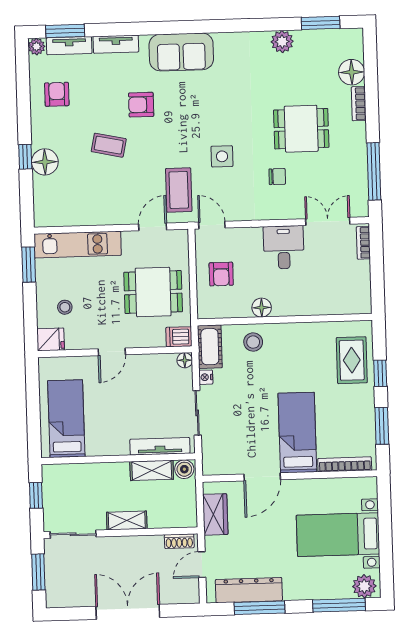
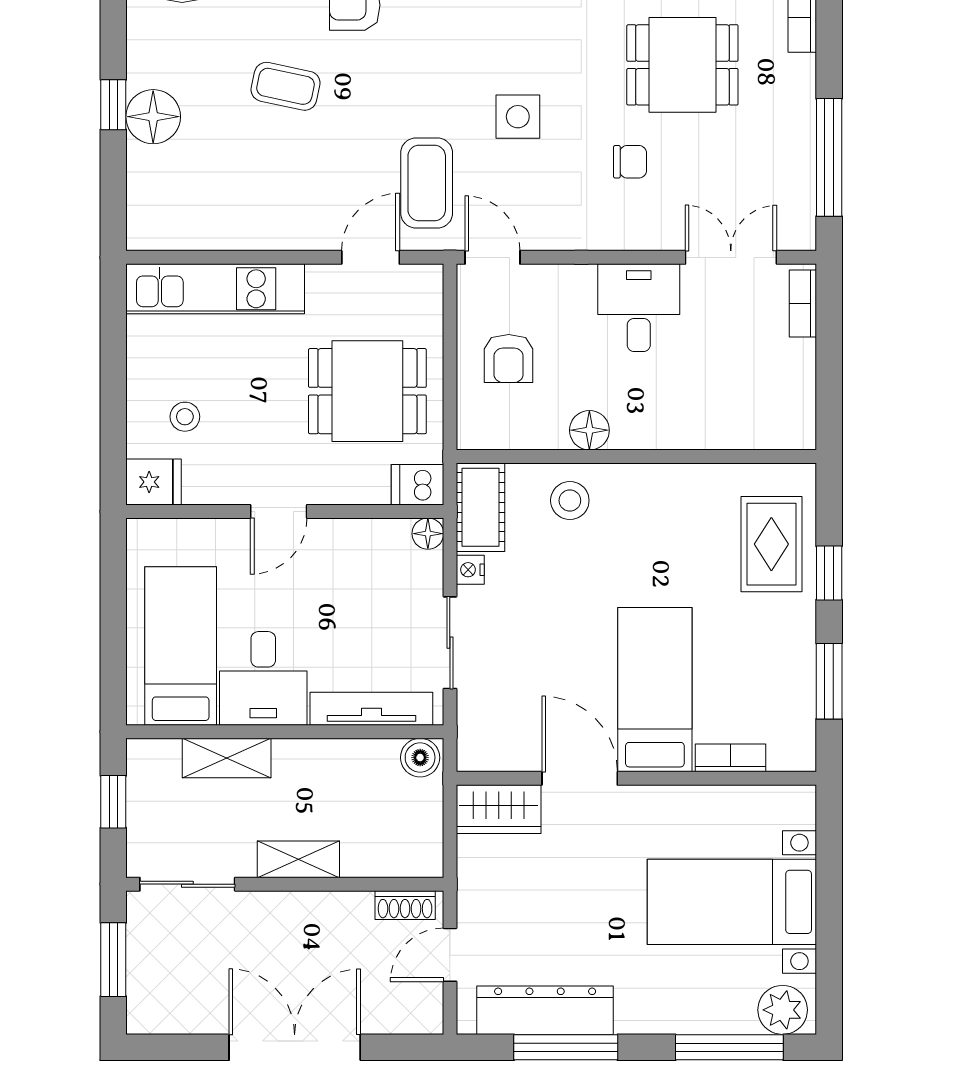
window: (29, 265) -> (113, 327), removed
desk: (107, 433) -> (263, 678), added
bookcase: (345, 464) -> (730, 758), width x0.64
shelving: (152, 470) -> (227, 758), moved
door: (262, 477) -> (580, 778), swing flipped
wardrobe: (215, 514) -> (499, 809), moved, turned 90

